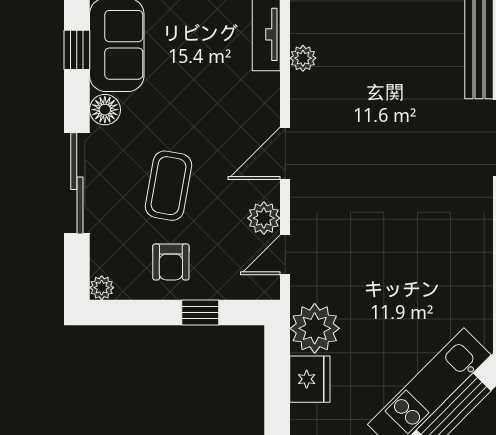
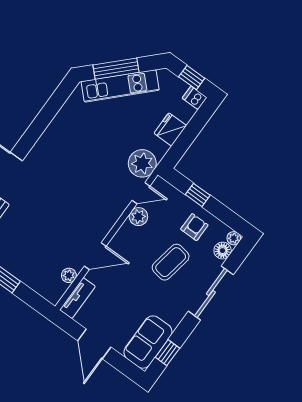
floor lamp: (105, 110) -> (223, 251), moved
door: (285, 153) -> (95, 256), moved
plant: (315, 328) -> (142, 163), moved

